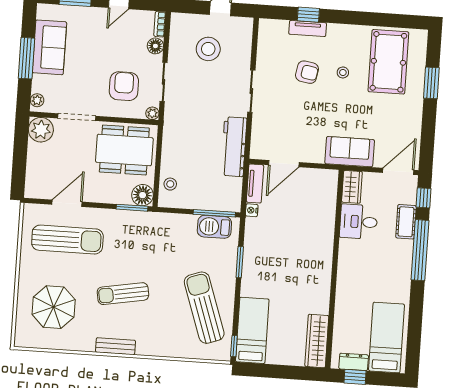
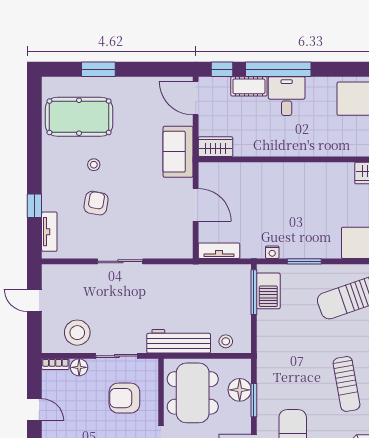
tv unit: (308, 29) -> (49, 232), moved
stool: (208, 49) -> (77, 333), moved
plant: (152, 113) -> (151, 366), removed
workbench: (234, 147) -> (179, 341), moved, turned 180
door: (284, 164) -> (196, 205), moved
floor lamp: (143, 195) -> (240, 390), moved
window: (132, 208) -> (254, 400), moved
nightstand: (252, 210) -> (272, 252), moved
desk: (359, 222) -> (287, 96), moved, turned 180

